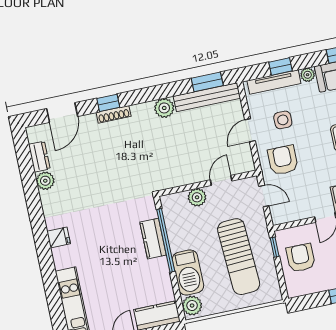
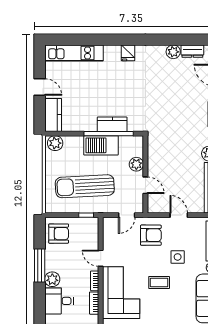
side table: (283, 120) -> (178, 257), moved
armchair: (301, 258) -> (59, 234), moved
barbecue: (188, 272) -> (101, 145), moved

